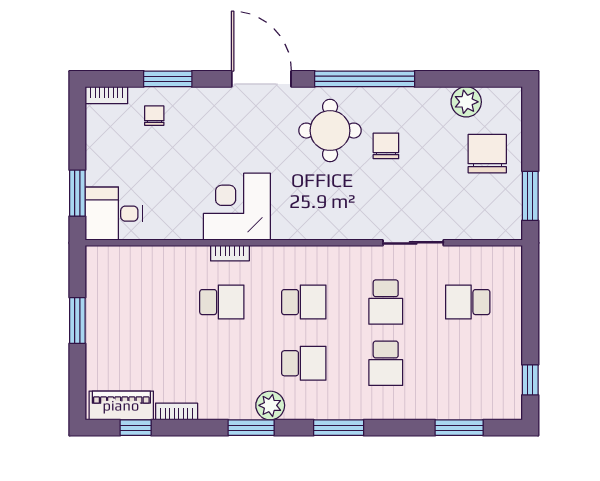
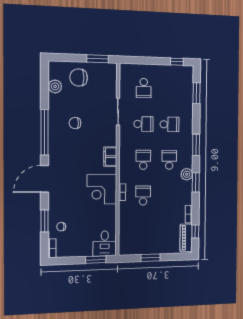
round table: (330, 131) -> (68, 148), removed
filing cabinet: (311, 226) -> (110, 157), added

